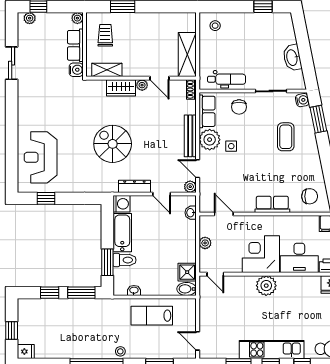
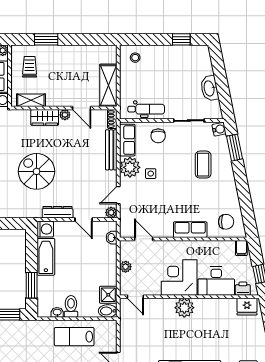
bench: (190, 136) -> (111, 150), moved
door: (198, 169) -> (118, 195), hinge flipped
toilet: (125, 260) -> (71, 306), moved, turned -90

